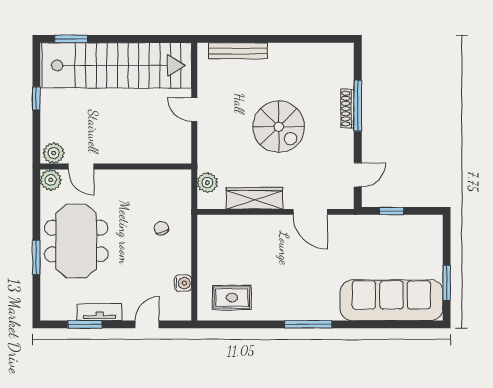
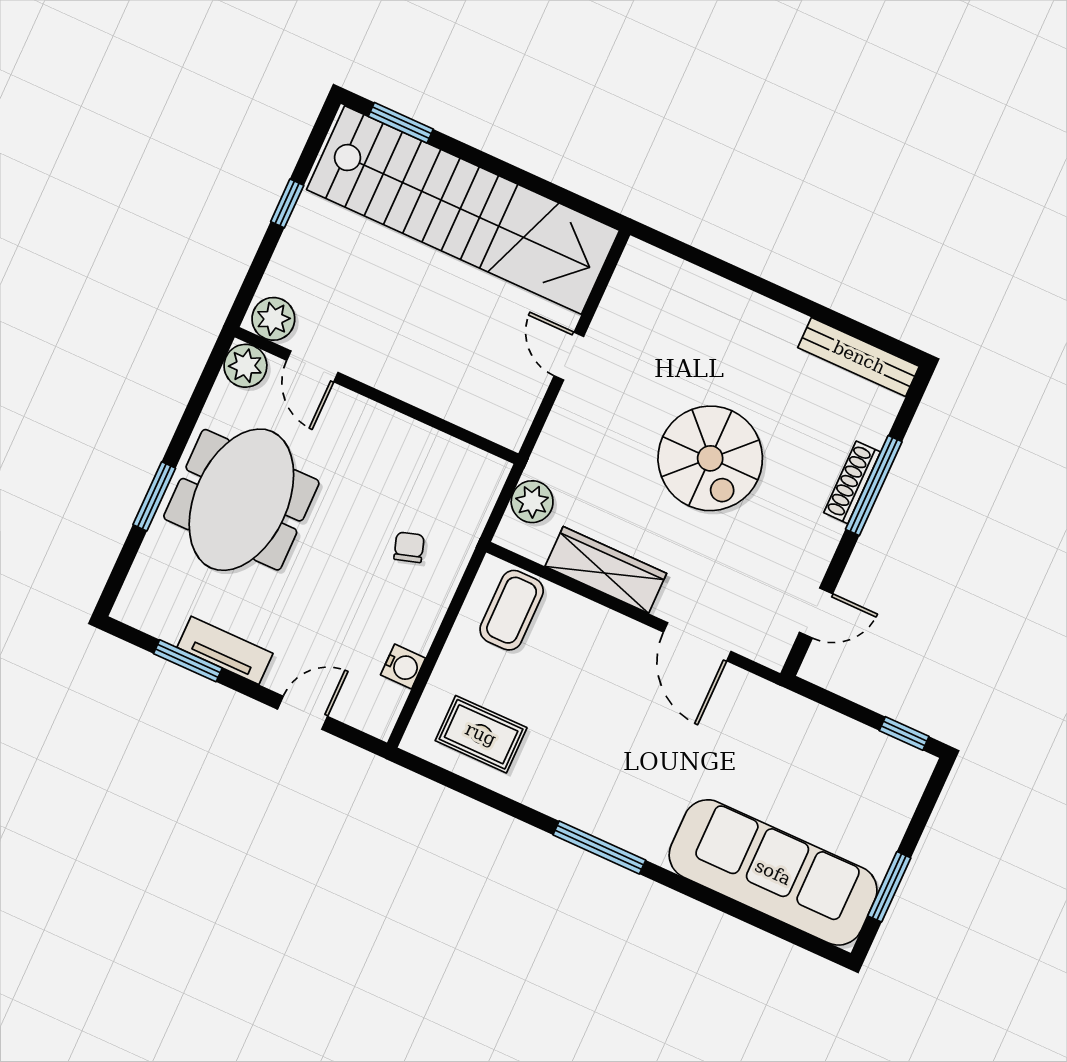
bench: (238, 51) -> (859, 357), moved
window: (392, 211) -> (904, 733), moved
coffee table: (220, 236) -> (512, 610), added

